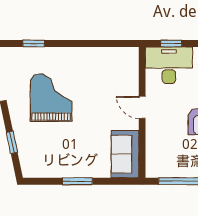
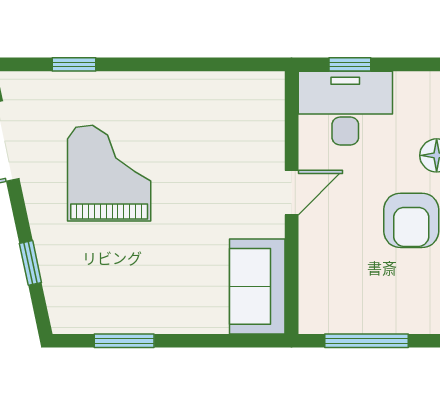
door: (142, 107) -> (292, 193), swing flipped
window: (77, 181) -> (124, 341), moved

